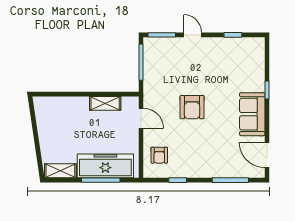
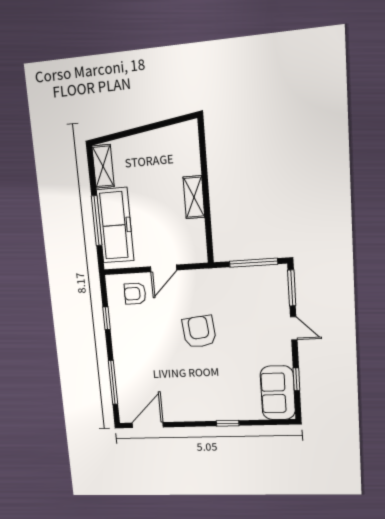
door: (193, 35) -> (294, 328), hinge flipped
shelving: (105, 103) -> (194, 197), moved
armchair: (192, 107) -> (199, 332), turned 84
sofa: (252, 114) -> (278, 393), moved, turned -90
door: (141, 118) -> (164, 268), moved

